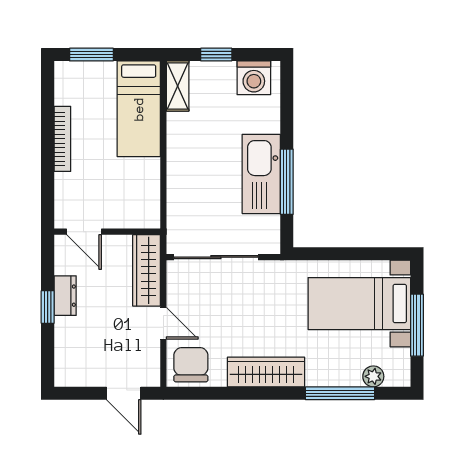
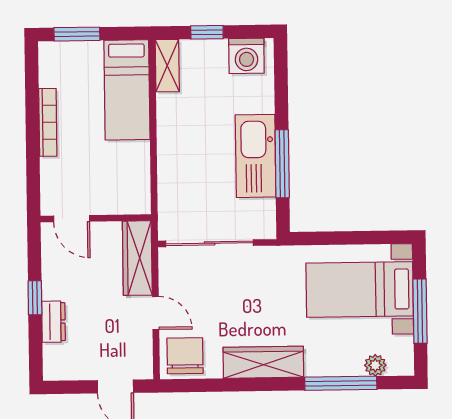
dresser: (65, 296) -> (53, 322), moved

